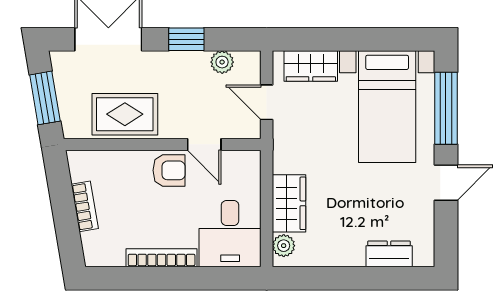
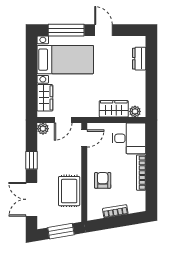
plant: (222, 62) -> (43, 129), moved
door: (204, 144) -> (84, 138), moved
armchair: (169, 170) -> (103, 180), moved

